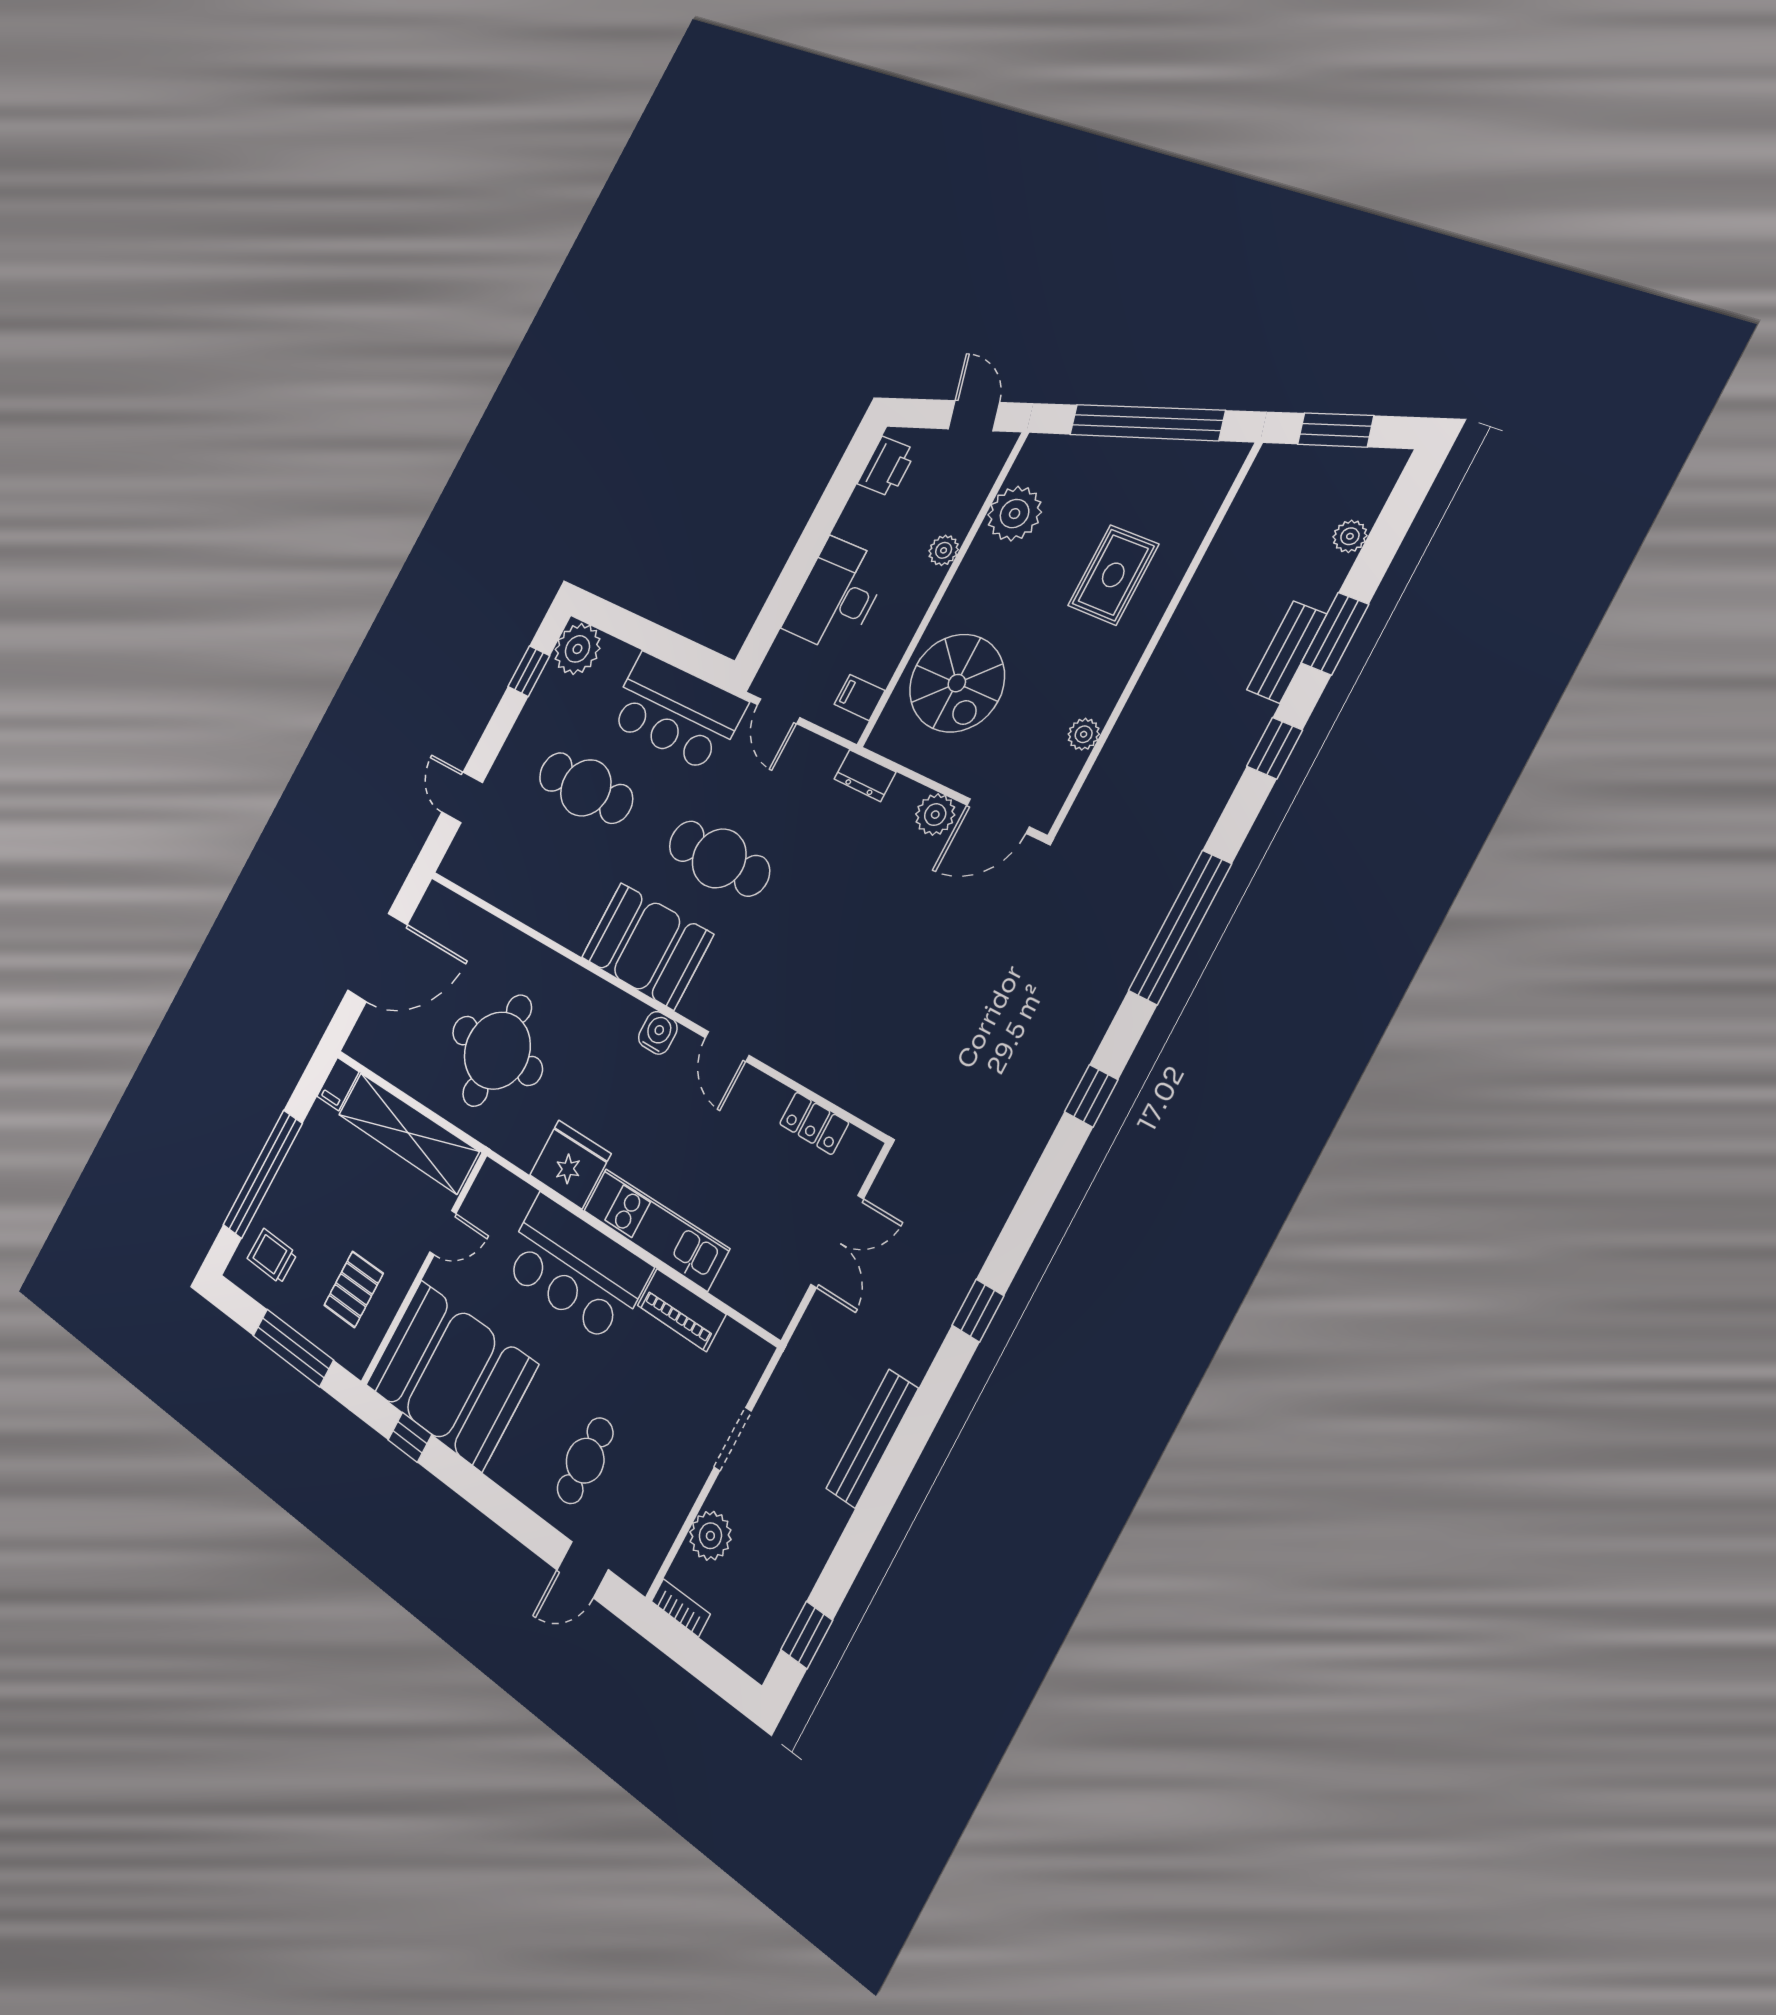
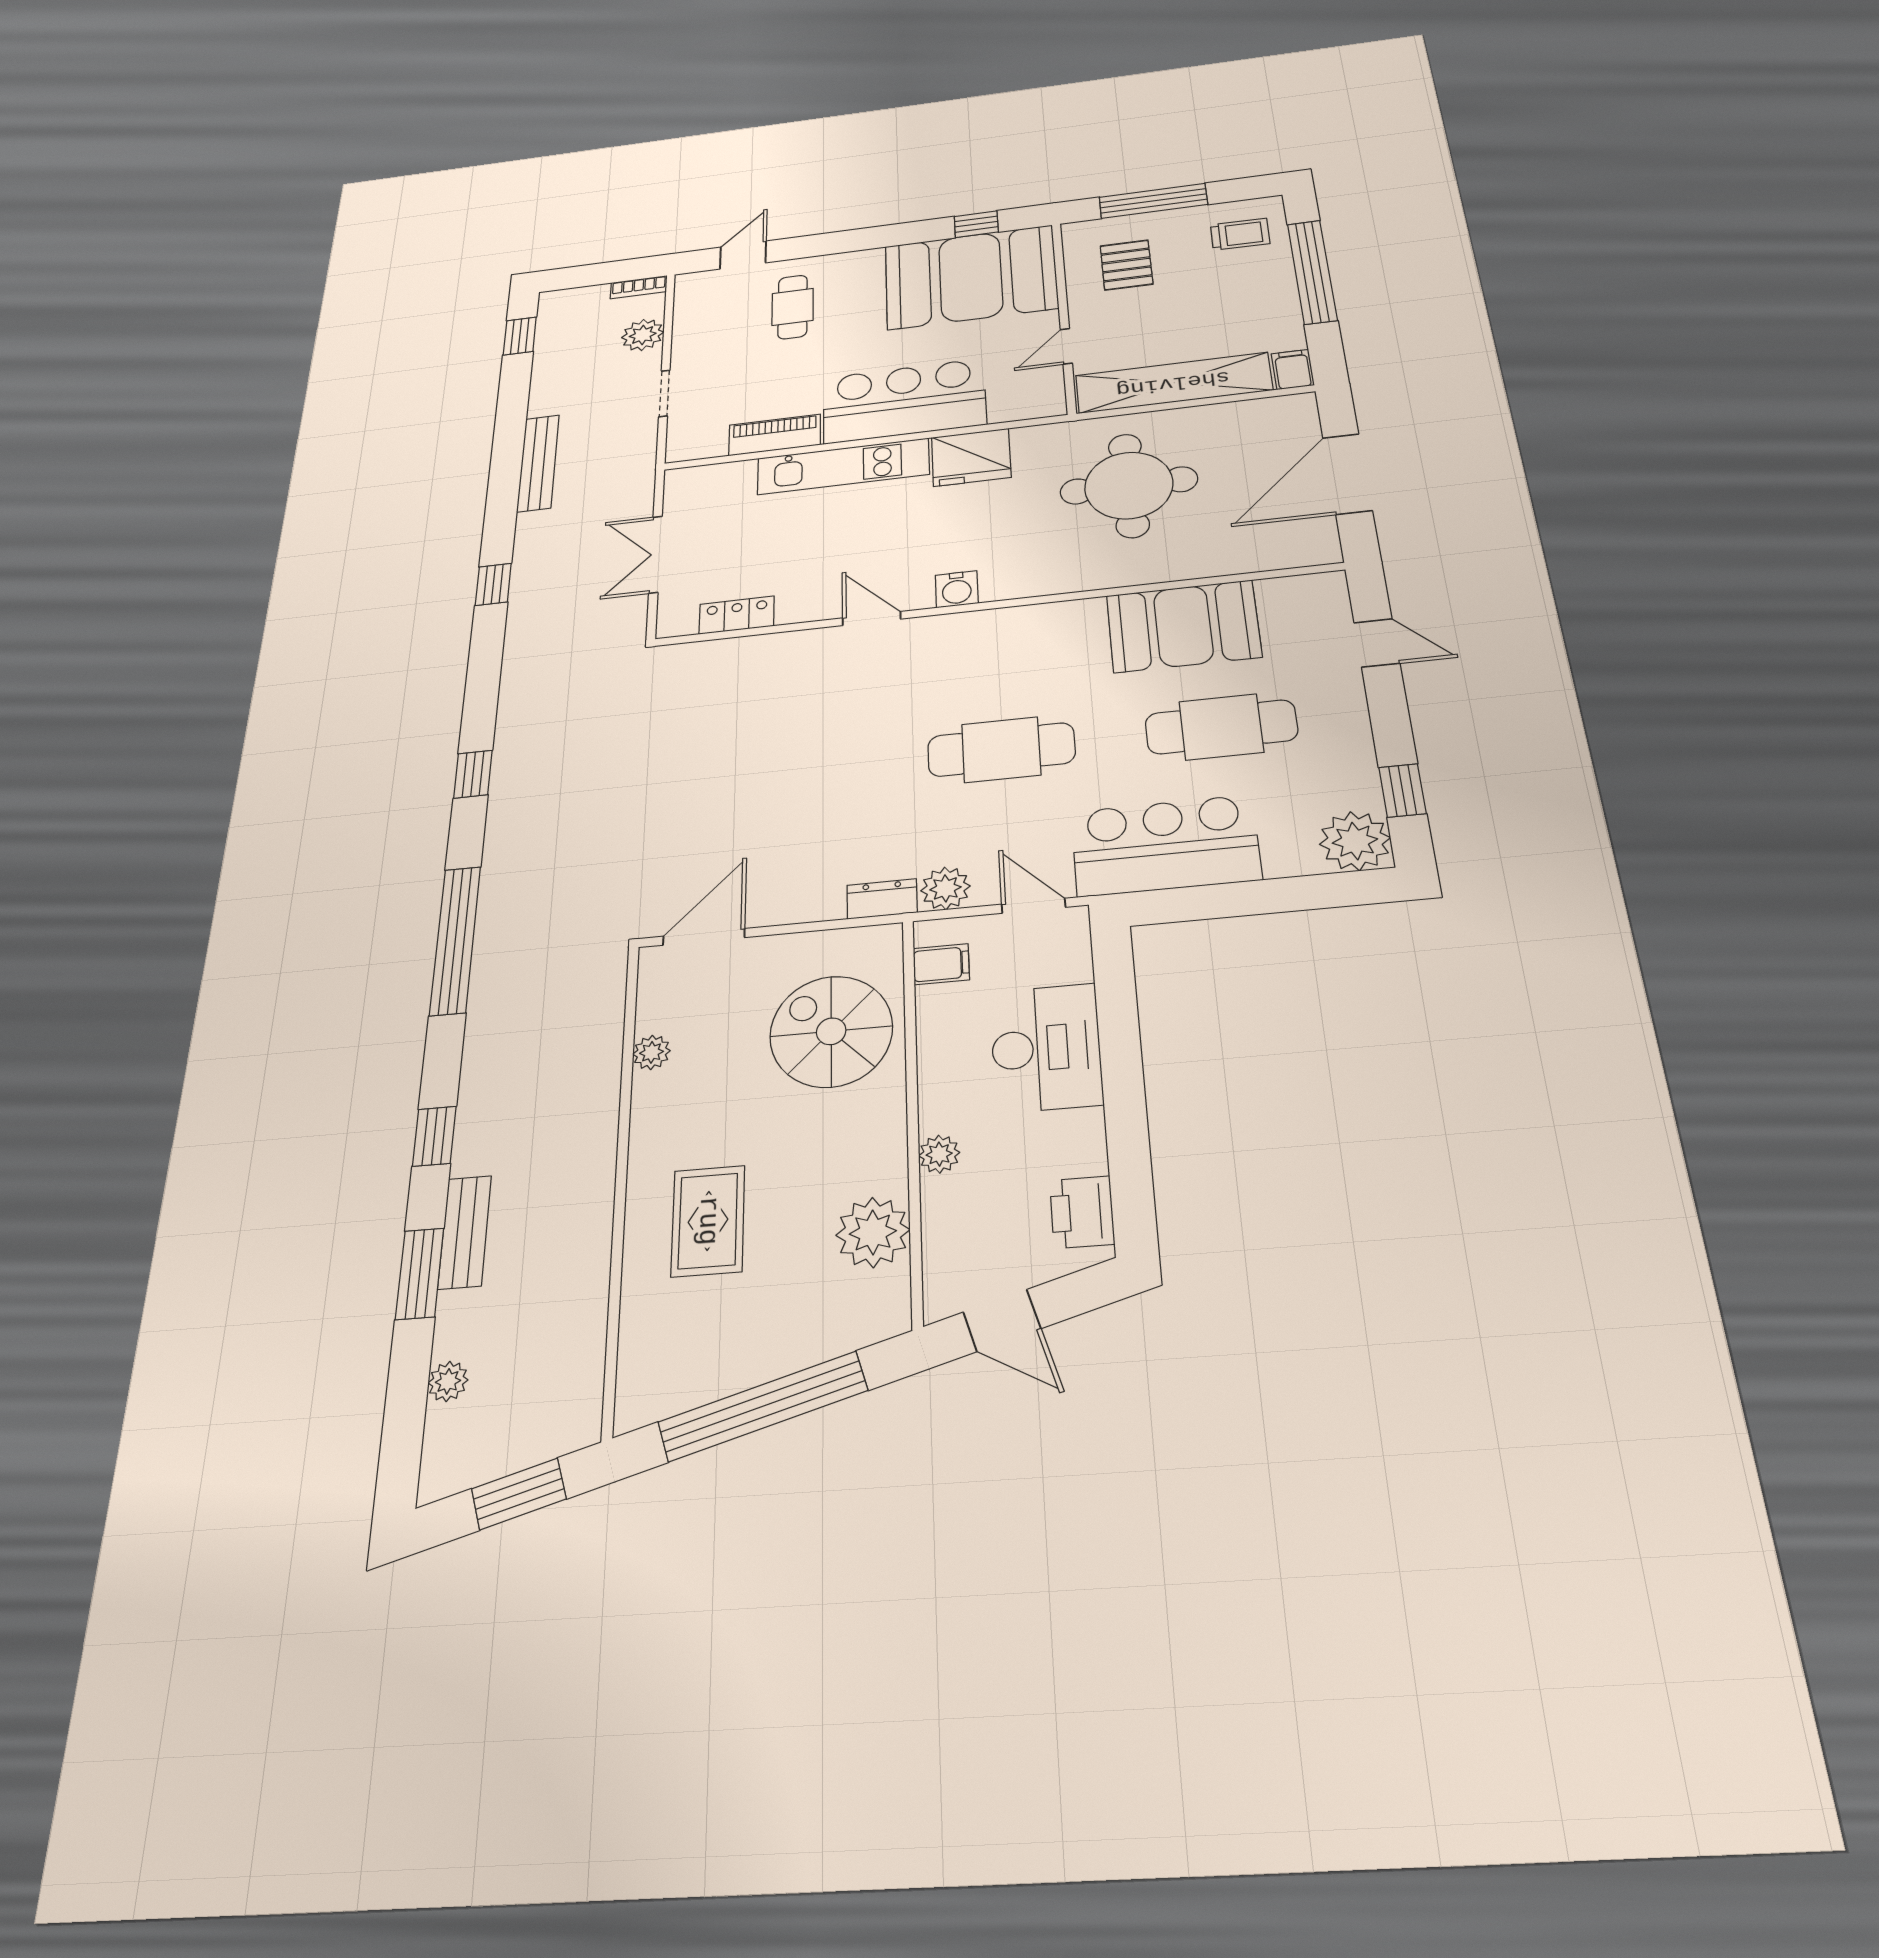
plant: (935, 815) -> (945, 888), moved
booth: (647, 946) -> (1183, 626), moved

